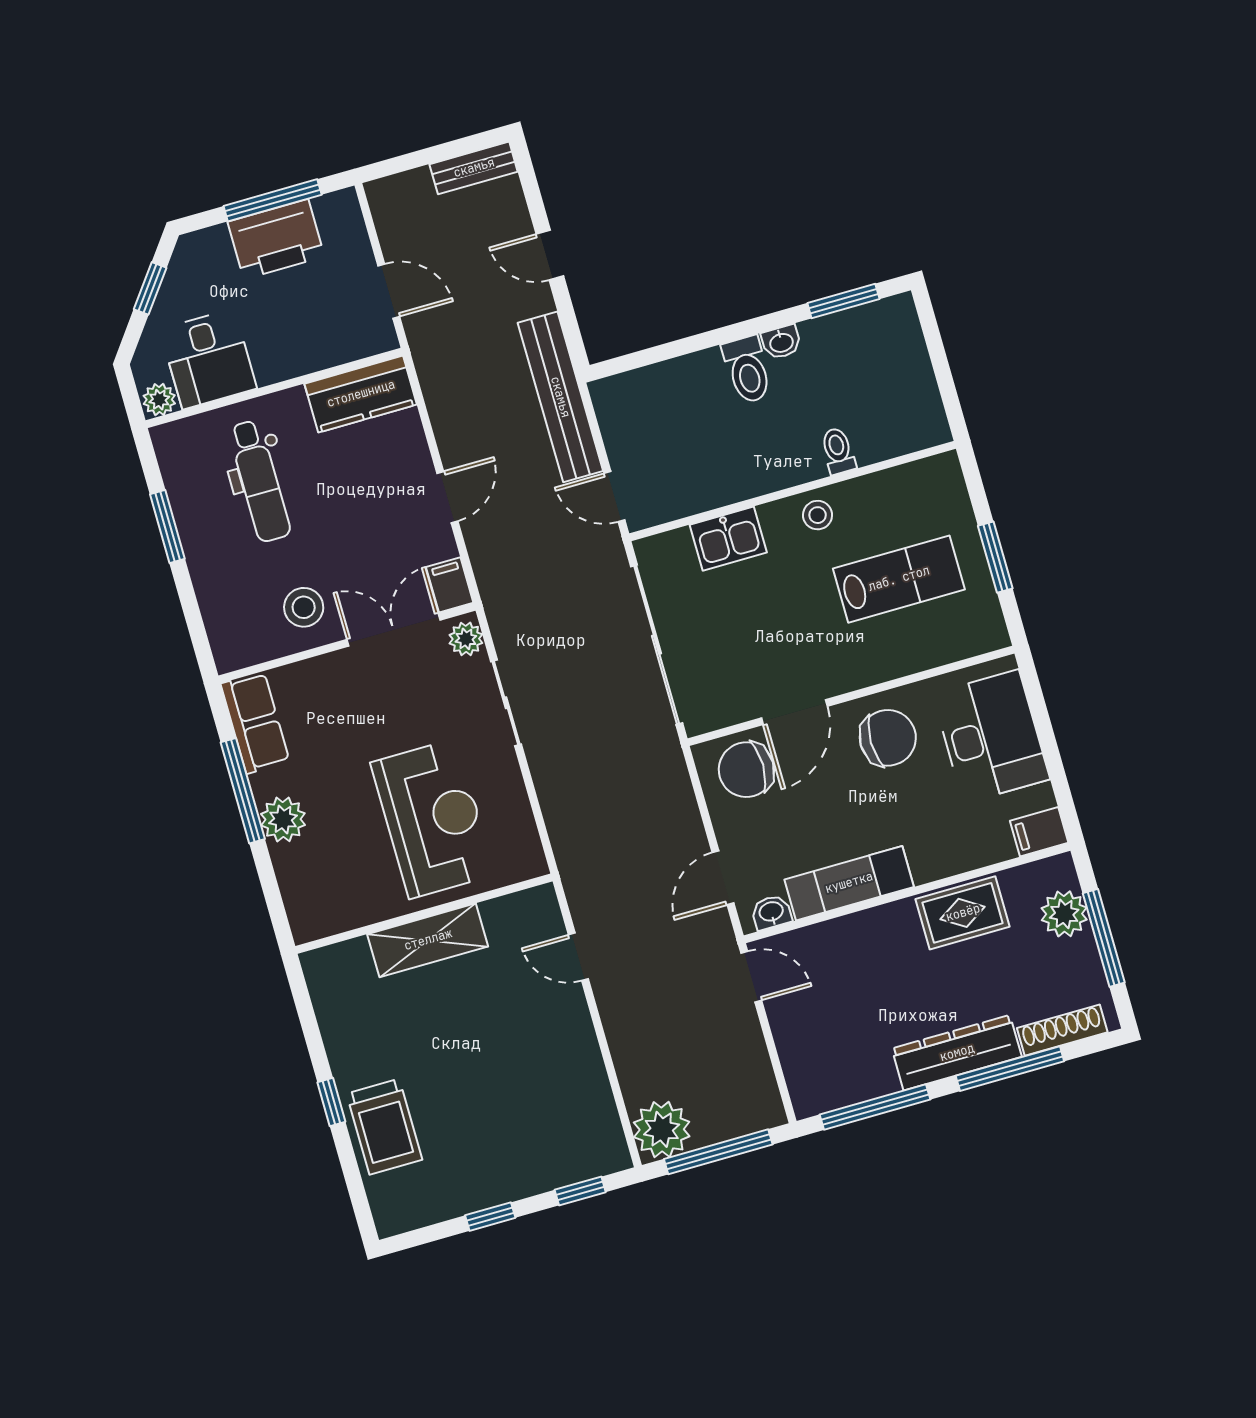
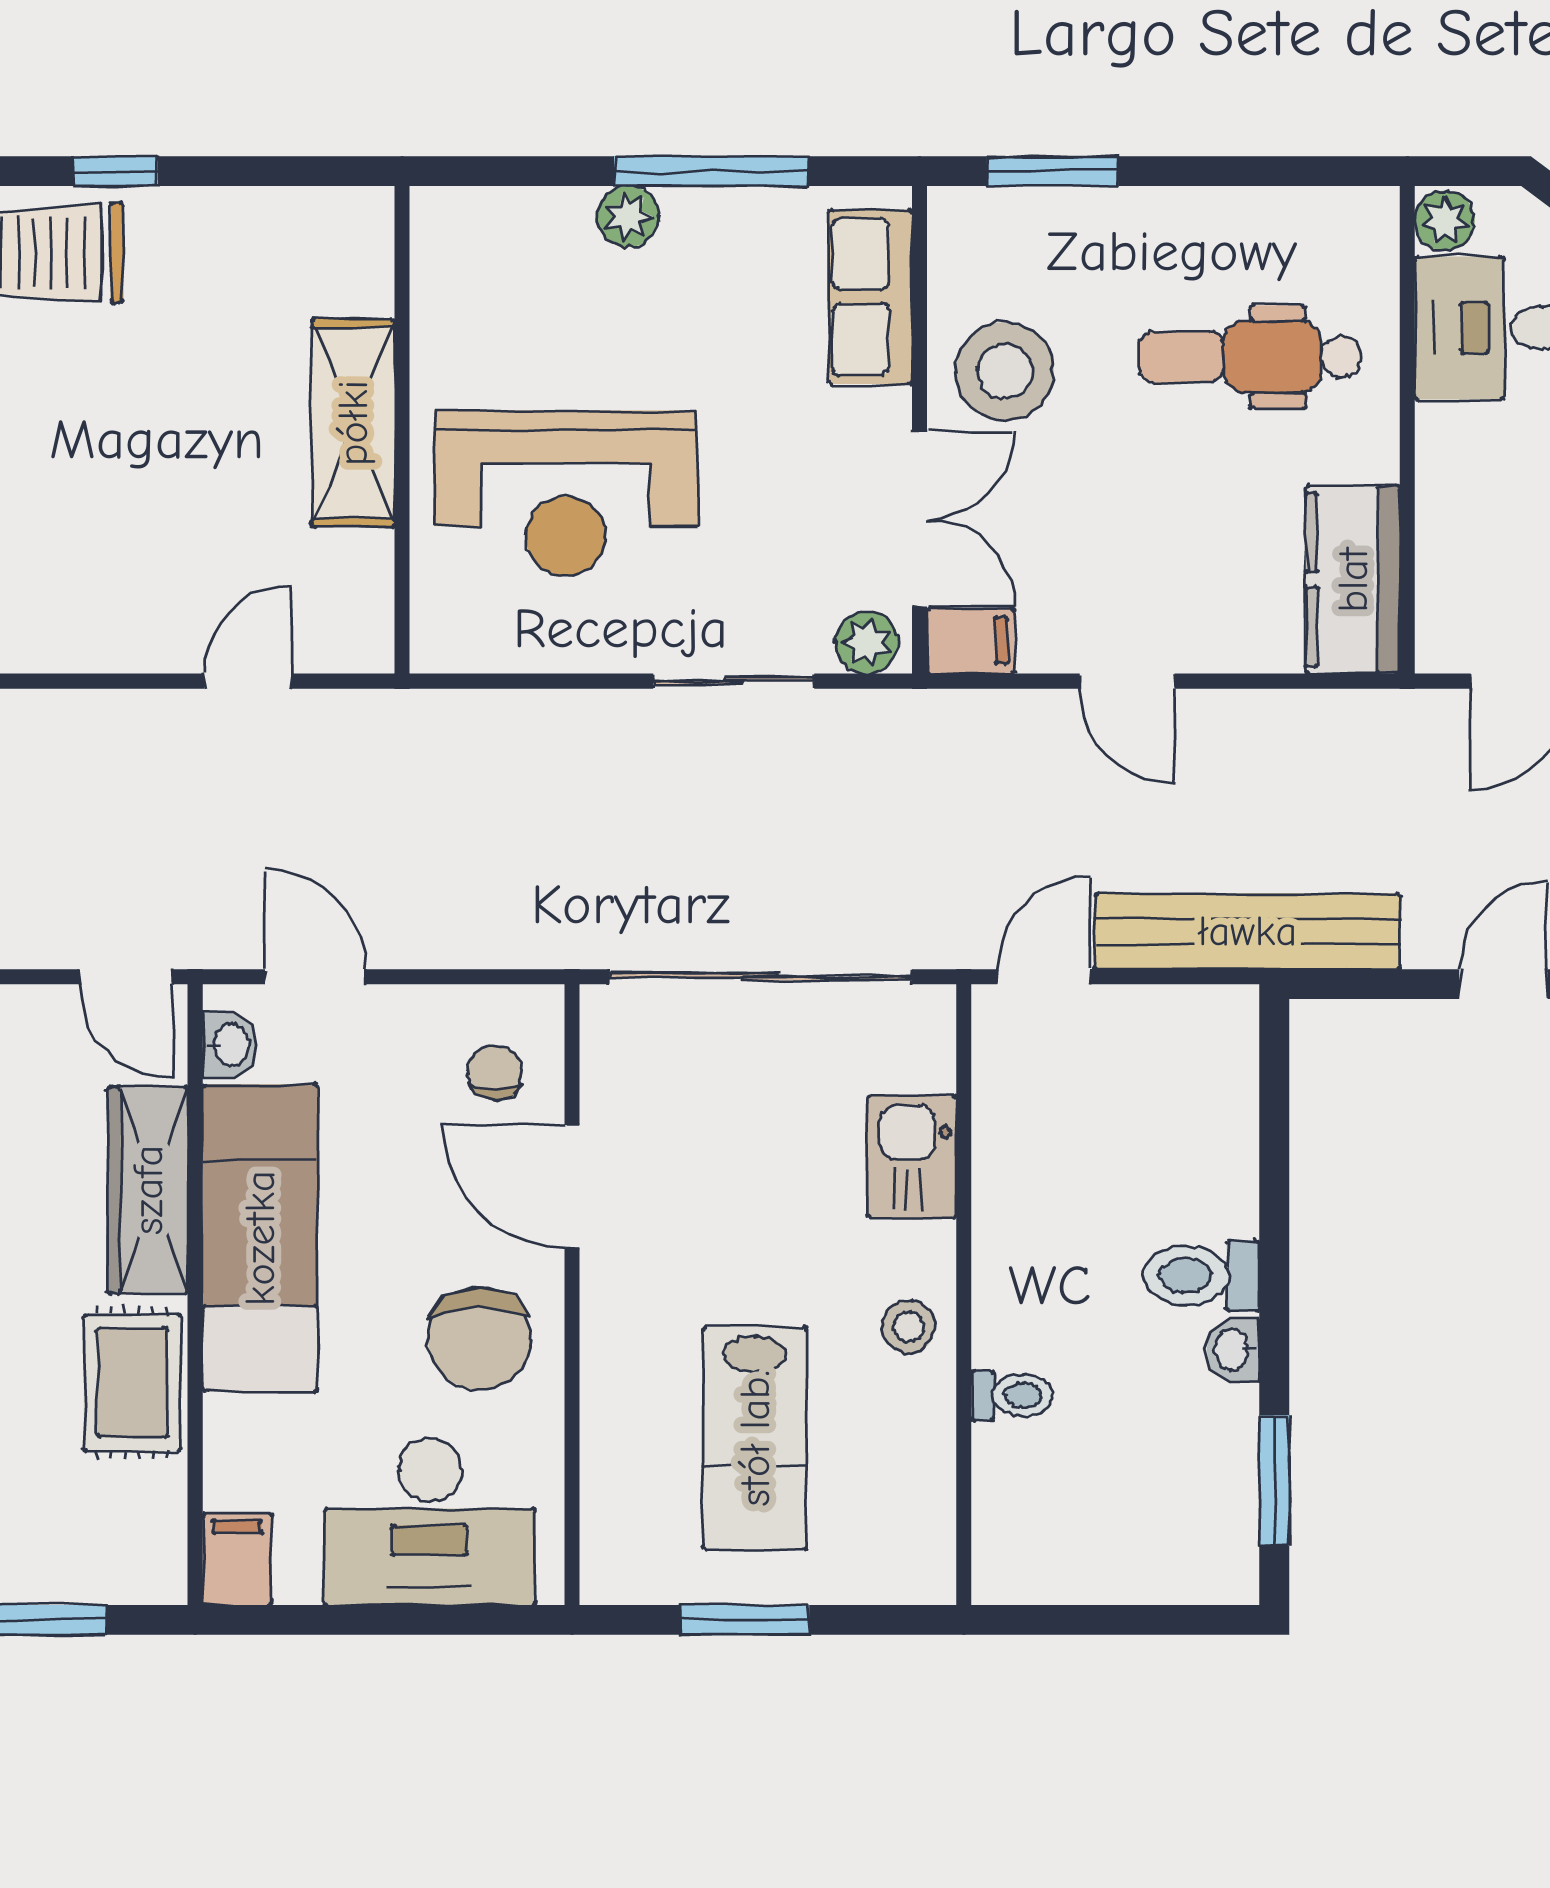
window: (167, 526) -> (1052, 171), moved
stool: (304, 607) -> (1005, 371), width x1.38, depth x1.38
row of seats: (255, 723) -> (870, 297), moved, turned 90
chair: (746, 770) -> (494, 1073), width x0.54, depth x0.54
plant: (283, 819) -> (628, 217), width x0.73, depth x0.73
exam couch: (849, 883) -> (260, 1238), width x1.36, depth x1.45
plant: (1064, 914) -> (79, 1562), removed
wardrobe: (860, 933) -> (148, 1190), added
door: (751, 977) -> (126, 977), hinge flipped

